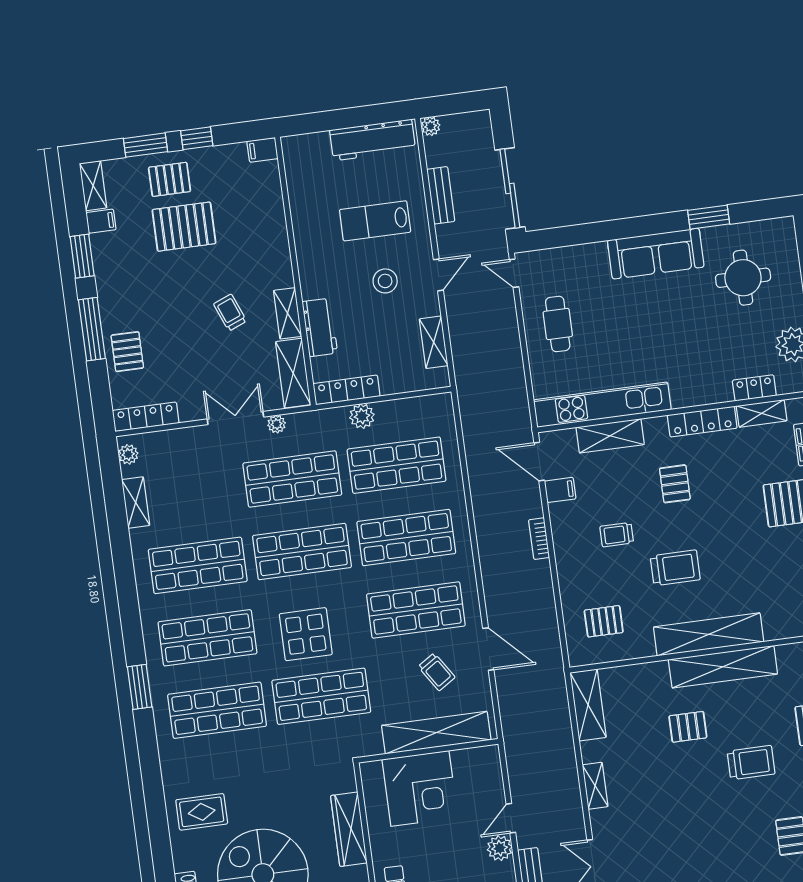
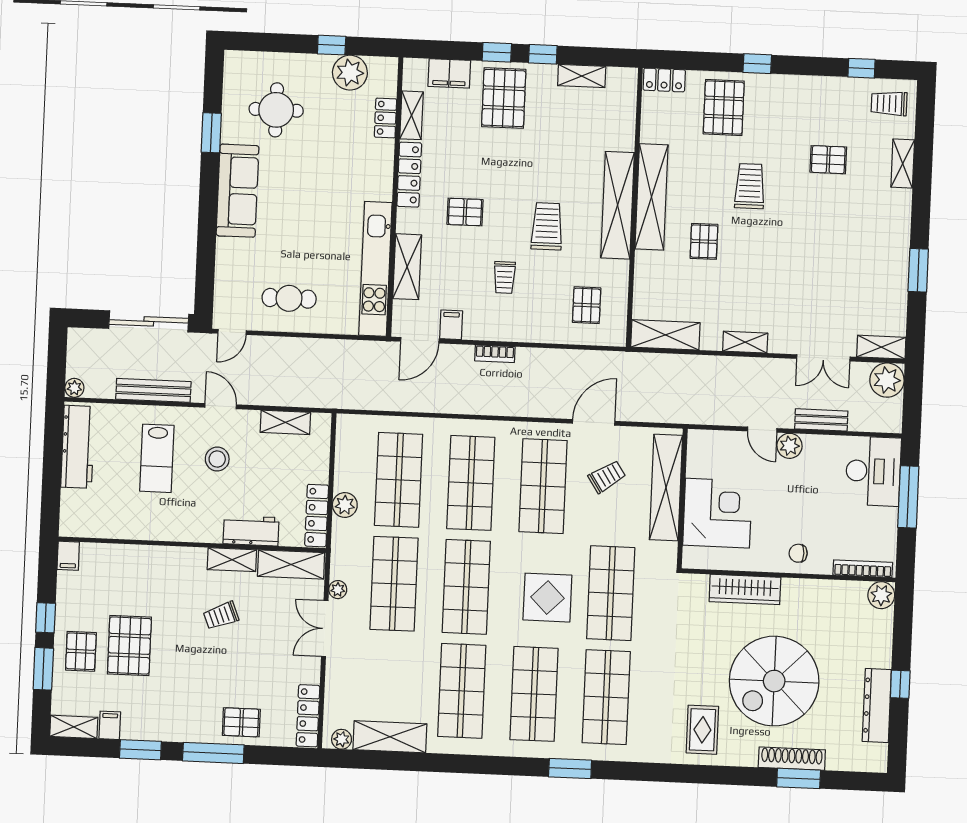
bench: (441, 195) -> (153, 390), width x1.36
shelving: (136, 503) -> (390, 737), width x1.50, depth x1.33

